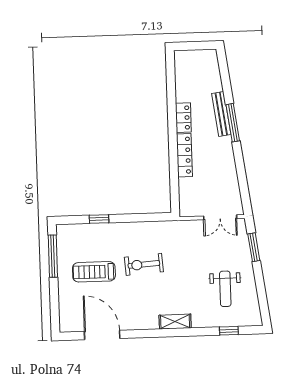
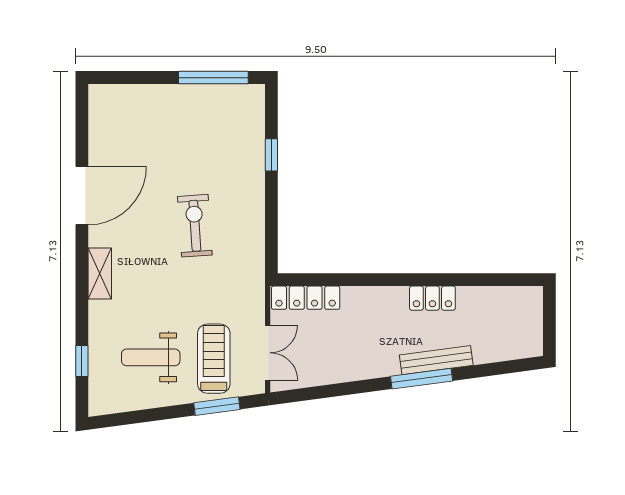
locker: (184, 155) -> (306, 298), moved
double door: (220, 217) -> (268, 353), swing flipped
treadmill: (94, 272) -> (214, 359), moved
door: (102, 335) -> (82, 196), moved

